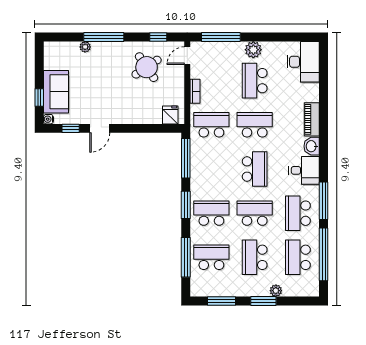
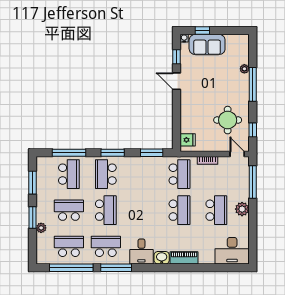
round table: (147, 67) -> (228, 120), turned 34
school desk: (255, 81) -> (216, 210), turned 90
window: (186, 158) -> (152, 153), width x0.69
school desk: (255, 169) -> (143, 210), removed
school desk: (211, 213) -> (106, 174), turned 180

